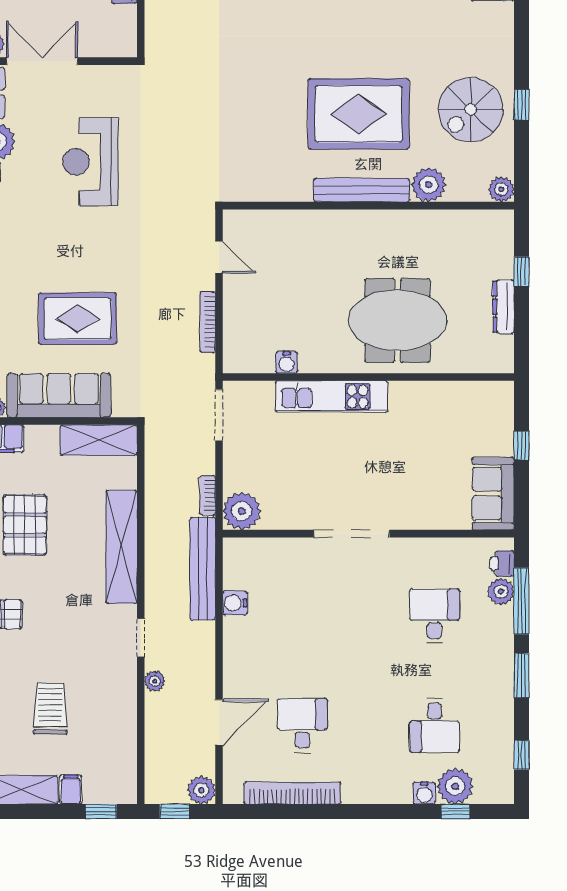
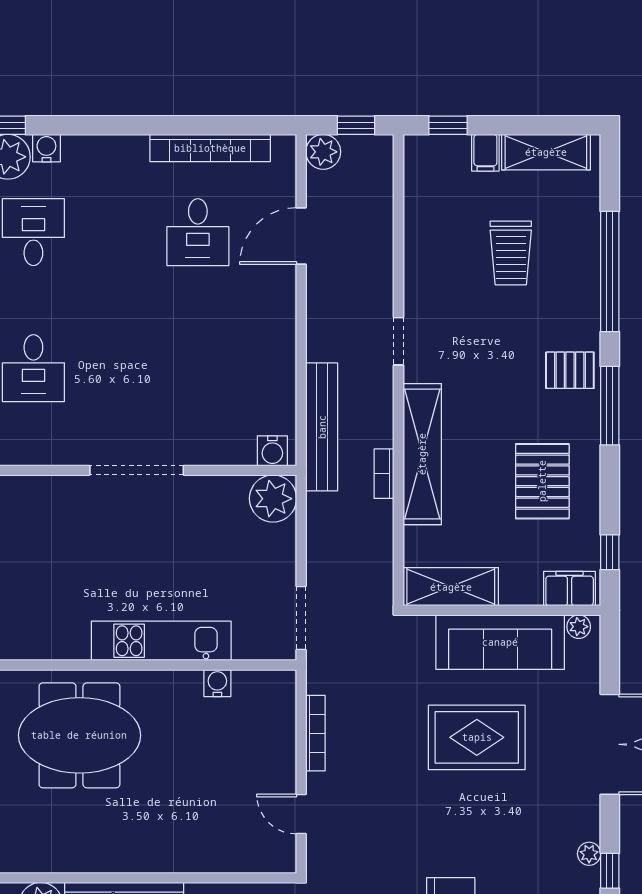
bookcase: (207, 495) -> (384, 474), moved, turned 180
water cooler: (235, 603) -> (272, 451), moved, turned 90
plant: (155, 681) -> (381, 287), removed

